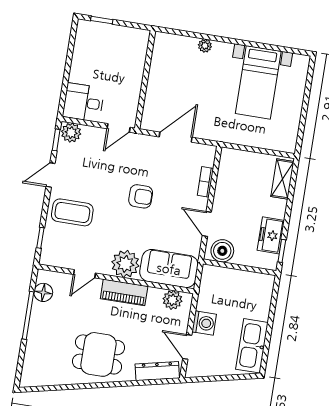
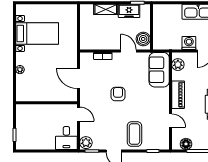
shelving: (282, 179) -> (106, 9), moved
door: (207, 224) -> (128, 51), swing flipped
plant: (125, 264) -> (161, 97), removed

